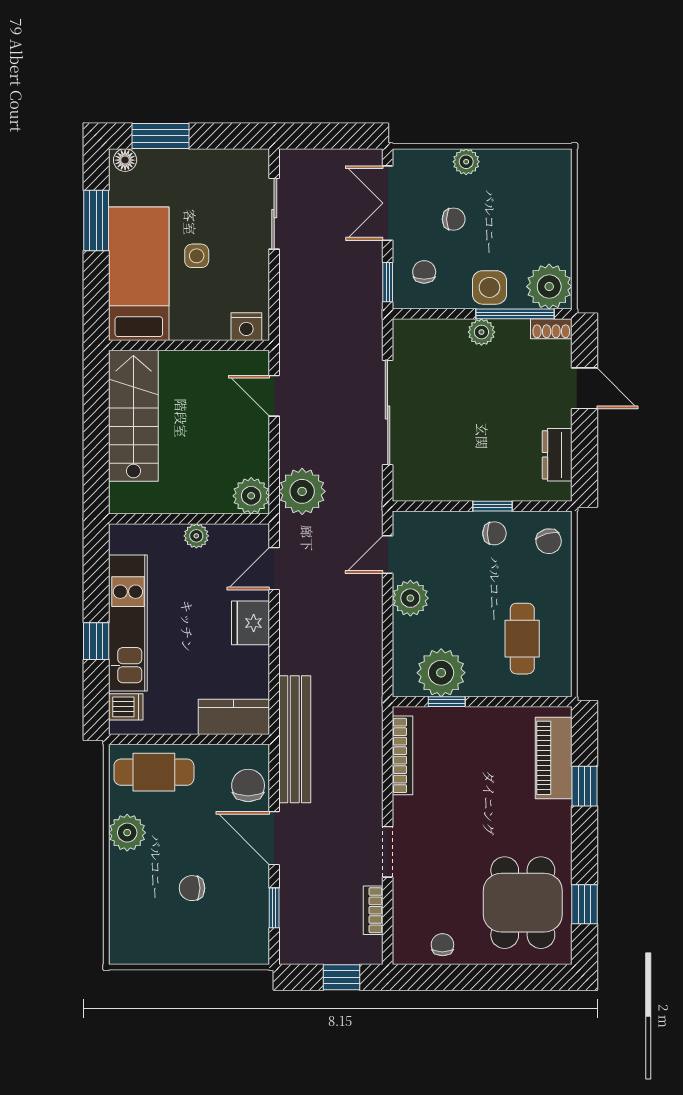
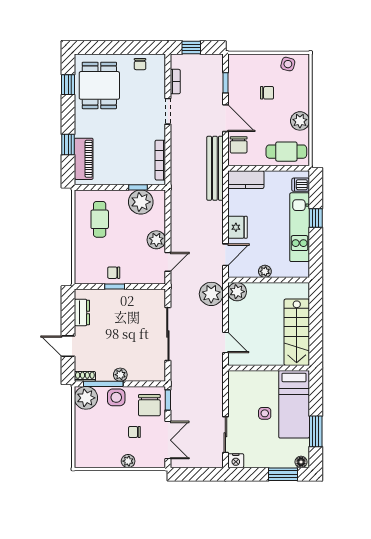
chair: (424, 272) -> (149, 405), width x1.87, depth x1.87
nightstand: (246, 327) -> (236, 461), moved, turned 180
chair: (549, 541) -> (86, 269), removed
side table: (151, 945) -> (288, 64), added

